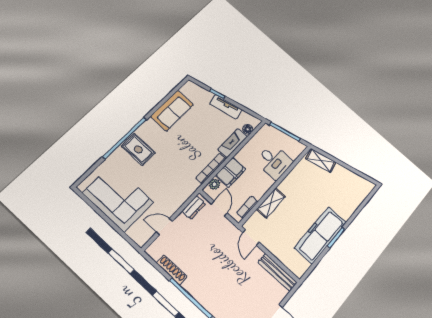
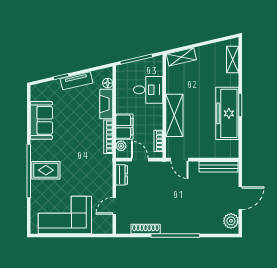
shelving: (359, 197) -> (233, 60), added
shelving: (271, 203) -> (174, 115), width x1.50, depth x1.33

